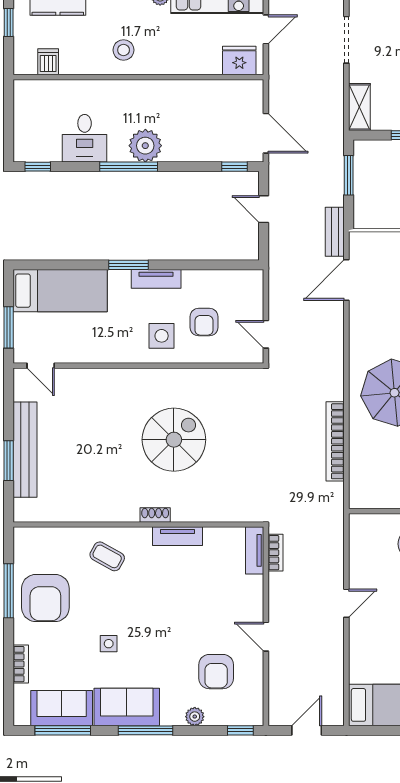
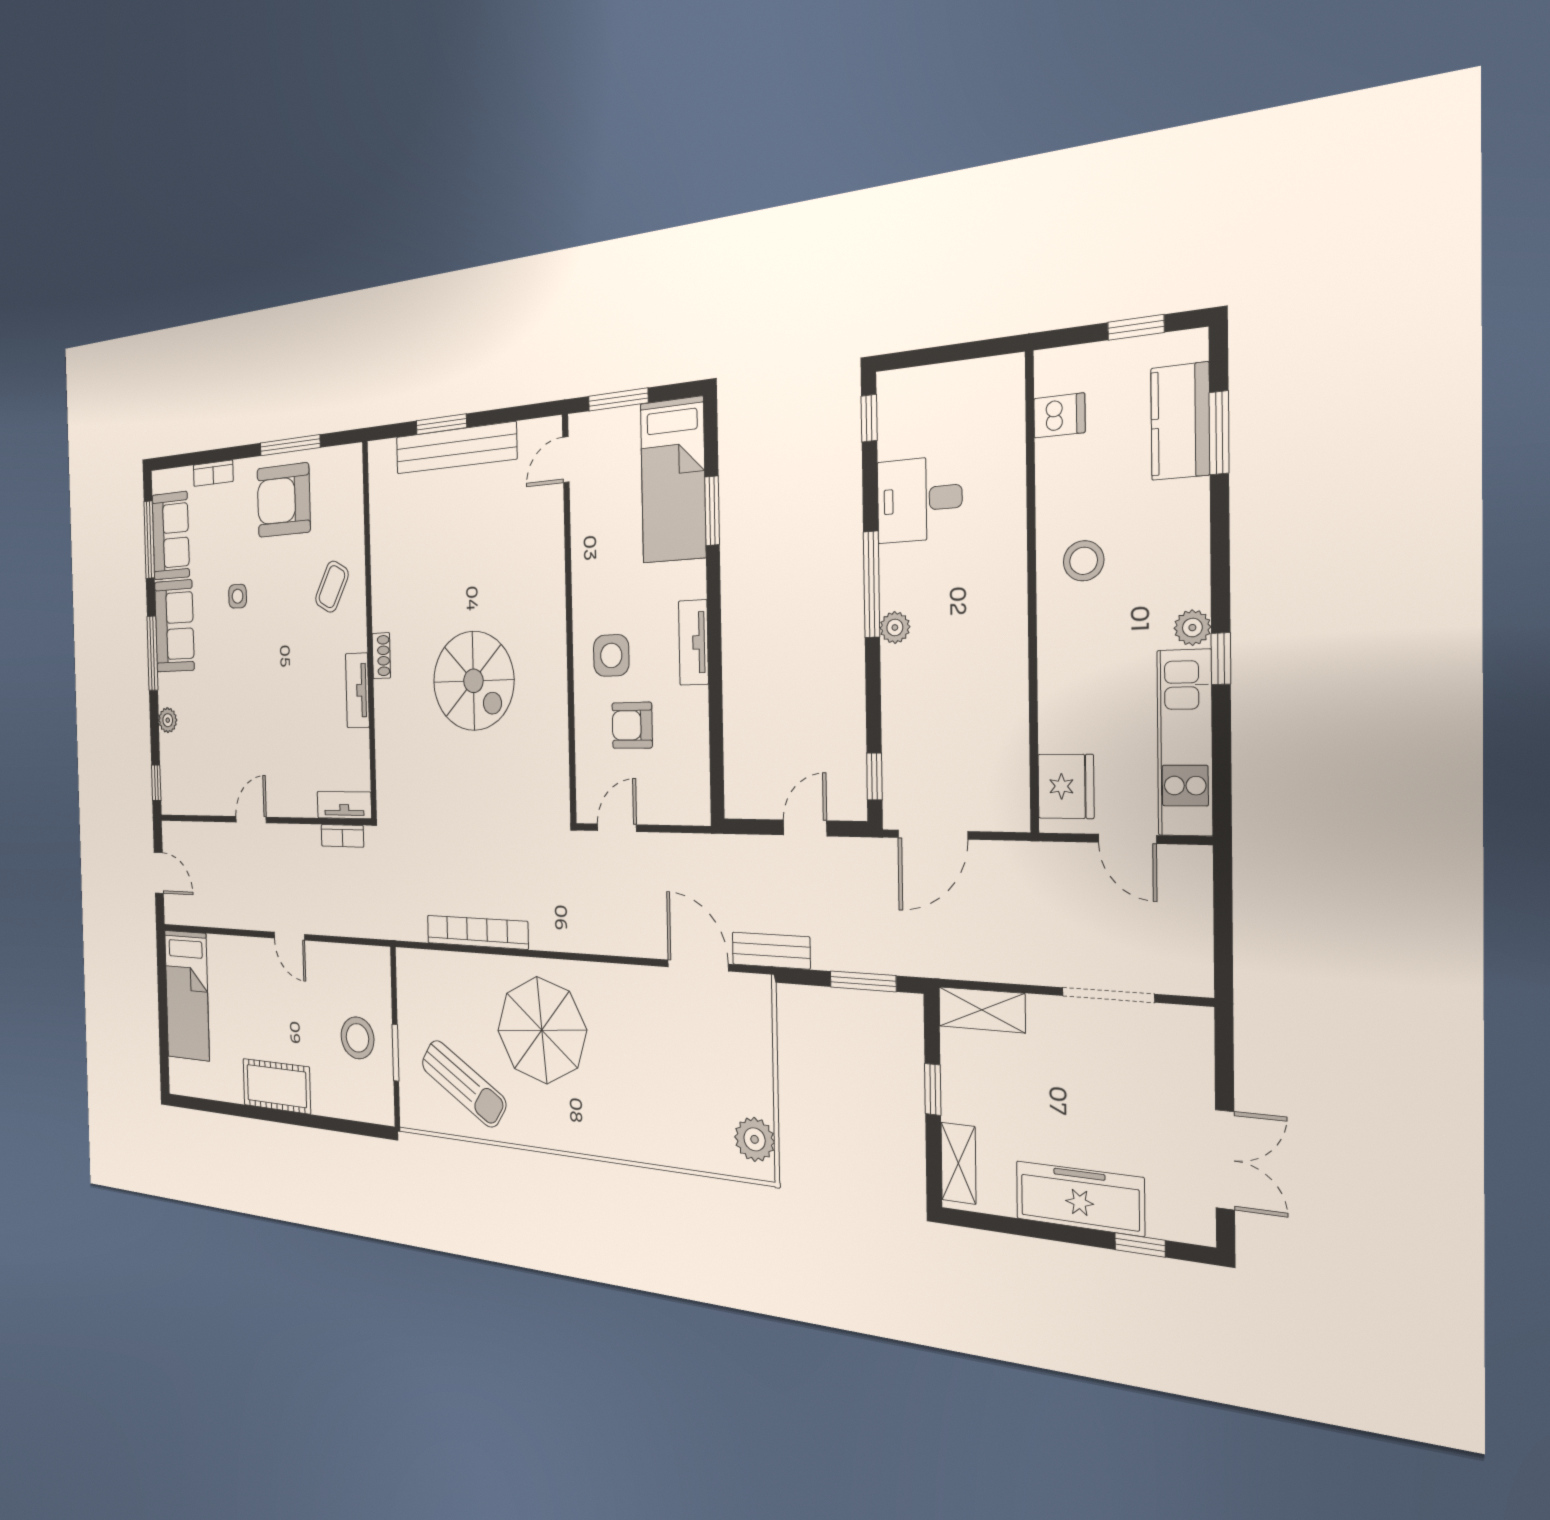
plant: (145, 146) -> (895, 627), width x0.53, depth x0.53
window: (128, 265) -> (712, 511), moved
armchair: (216, 672) -> (213, 749), removed

